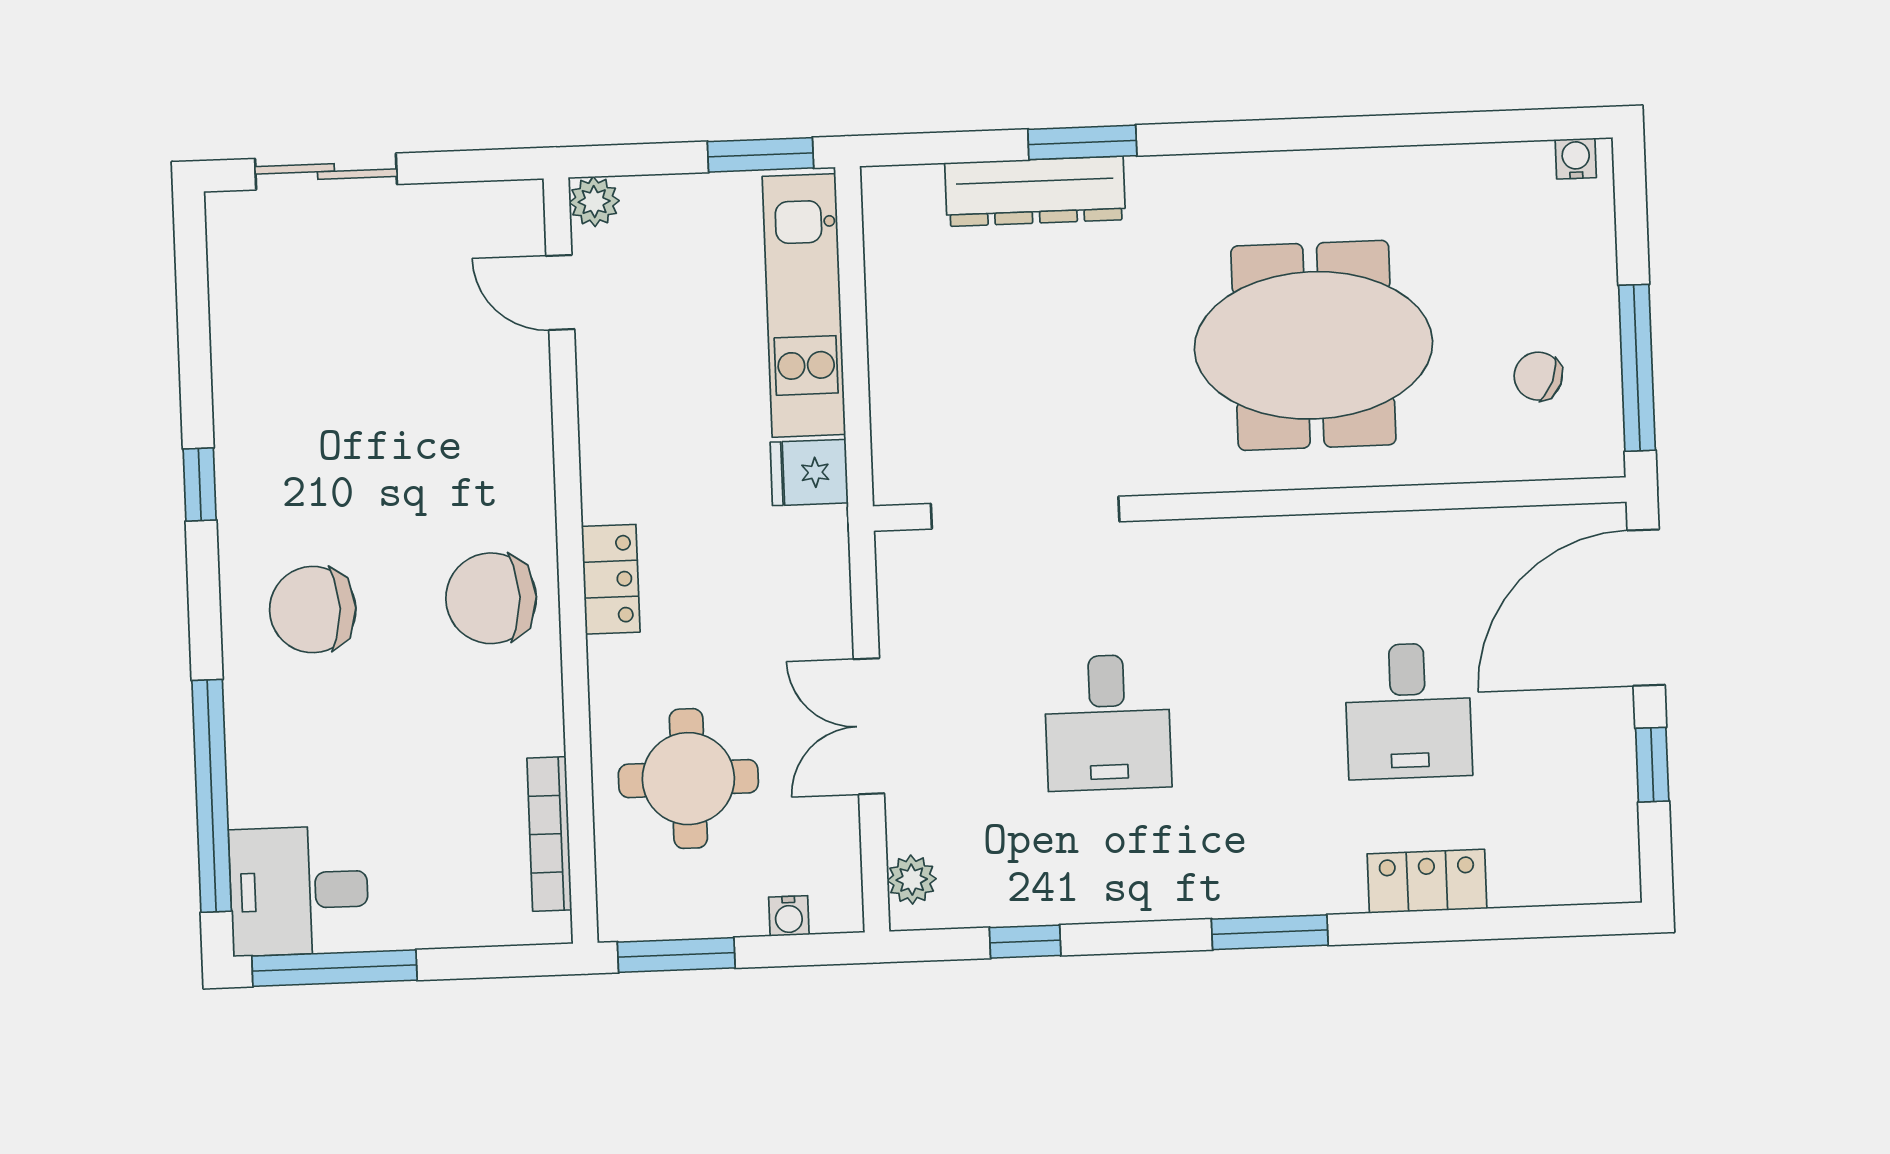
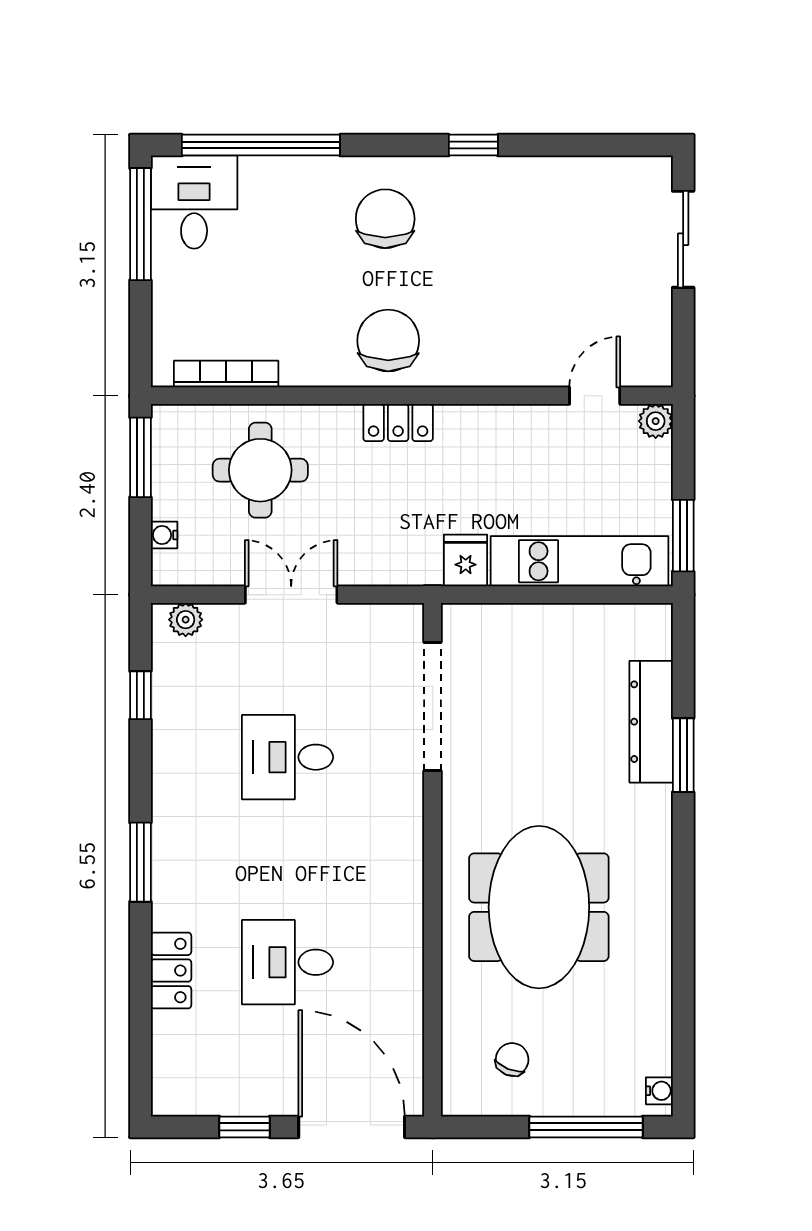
window: (1637, 368) -> (586, 1127), moved

